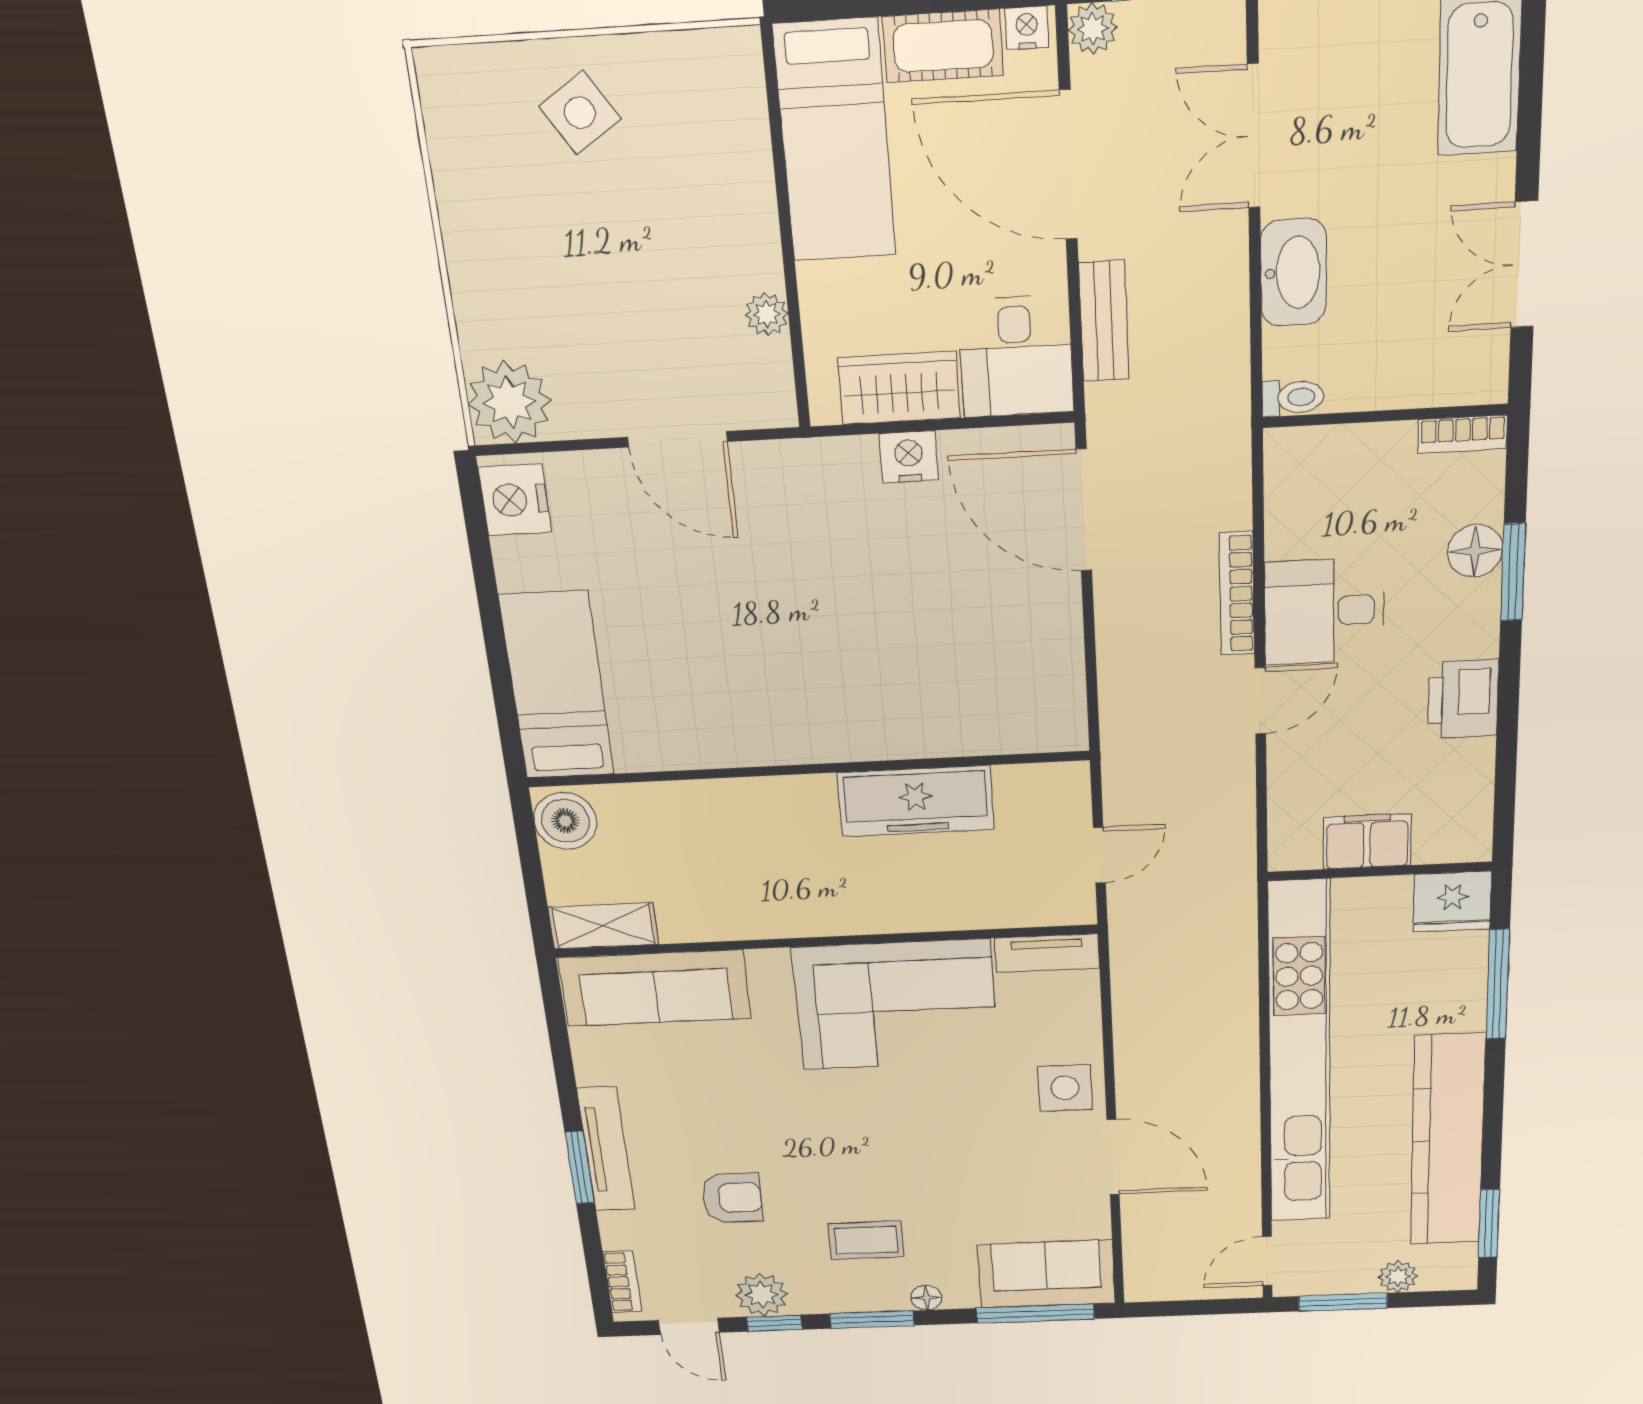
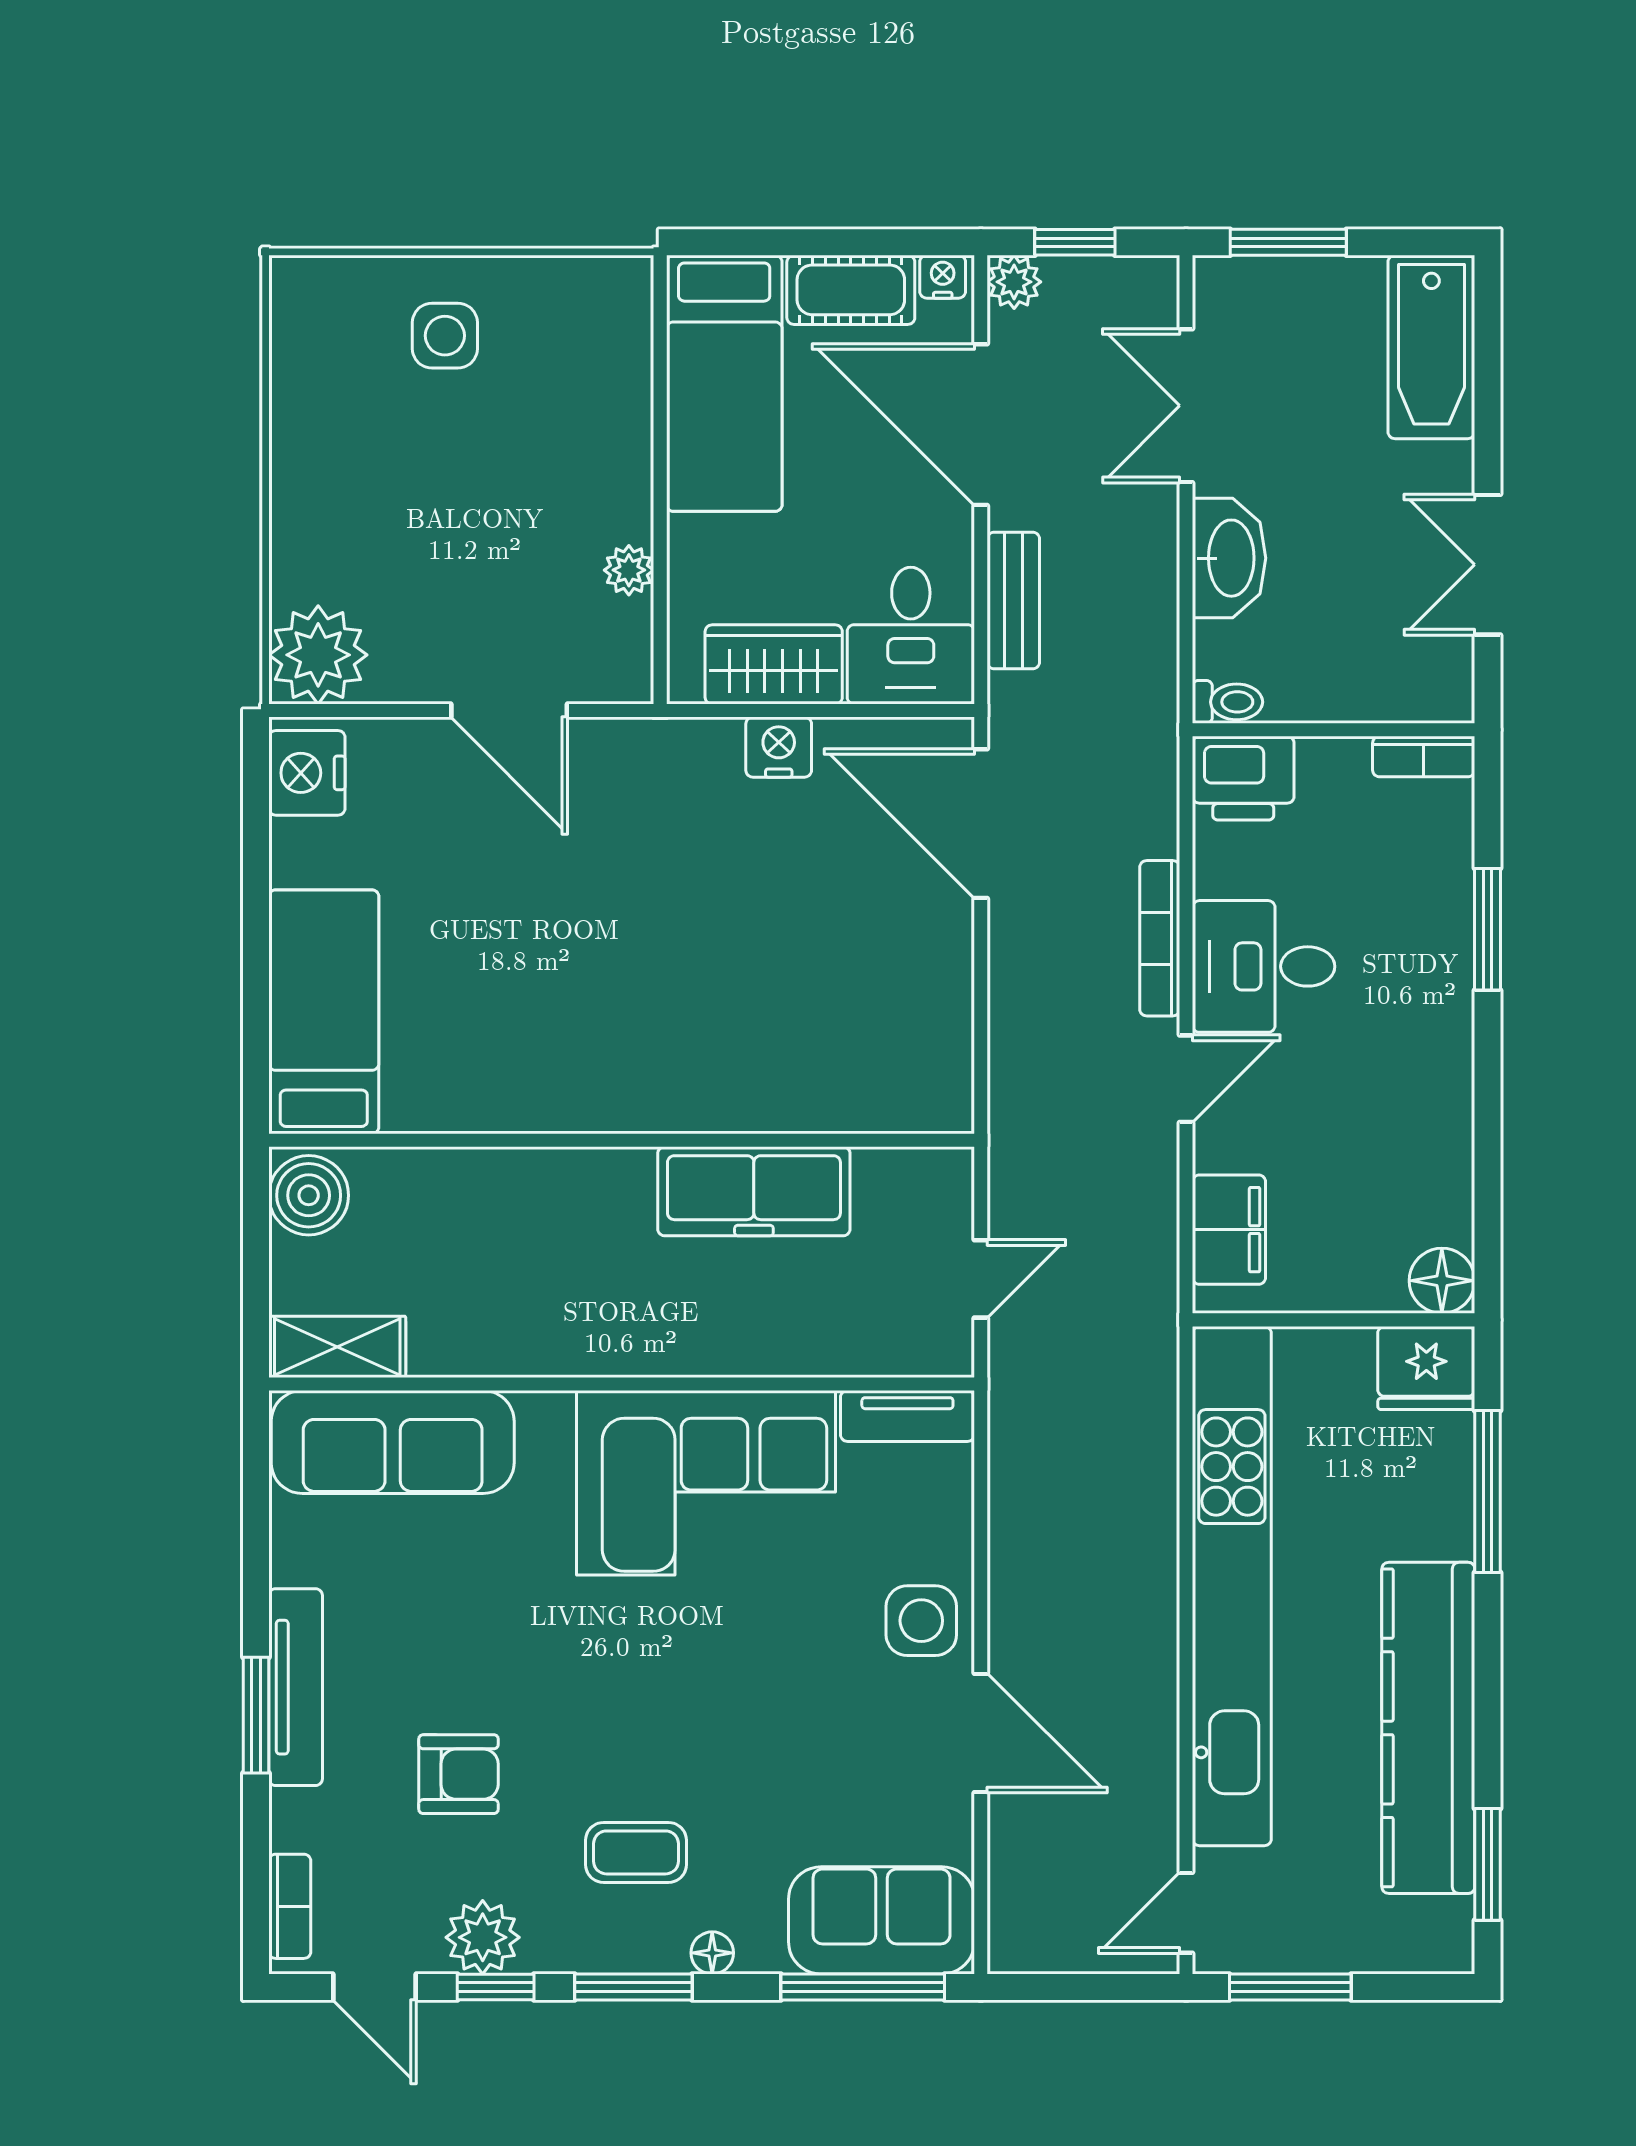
side table: (580, 113) -> (445, 336), turned 33
floor lamp: (1475, 551) -> (1442, 1281), moved
printer: (1463, 699) -> (1243, 778), moved, turned -90
filing cabinet: (1367, 841) -> (1229, 1230), moved, turned 90
plant: (1398, 1277) -> (1365, 1947), removed

